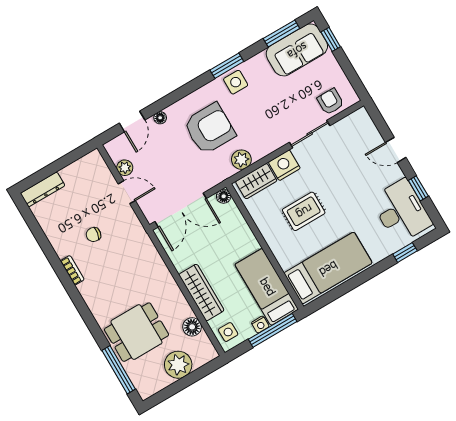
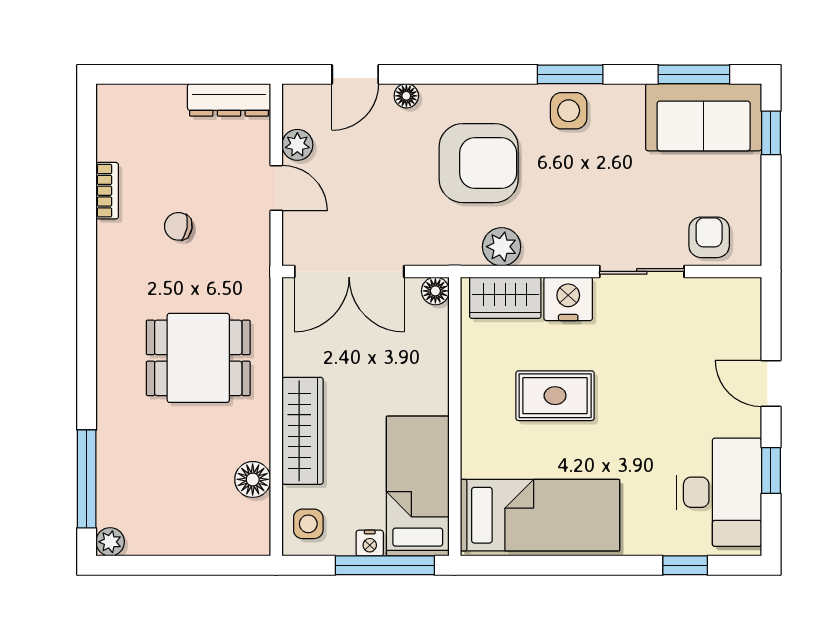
dresser: (43, 189) -> (229, 100), moved
bookcase: (72, 270) -> (107, 191), moved
dining table: (136, 332) -> (198, 358), moved
plant: (178, 365) -> (110, 542), moved, width x0.53, depth x0.53

